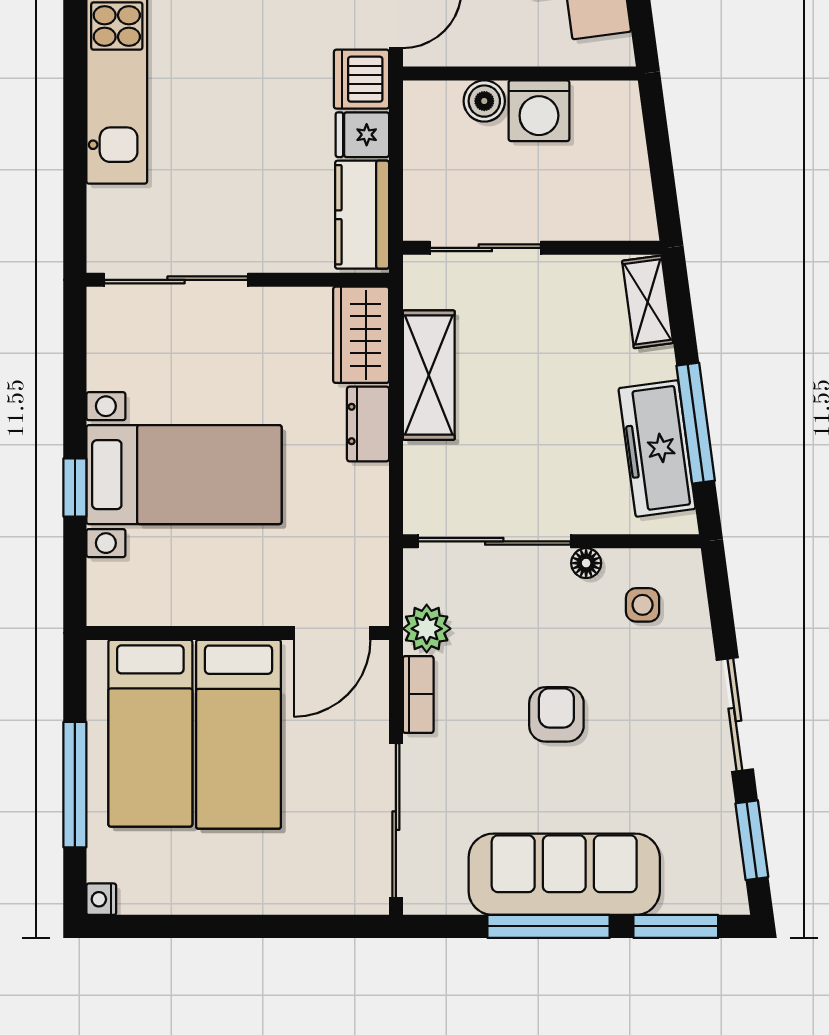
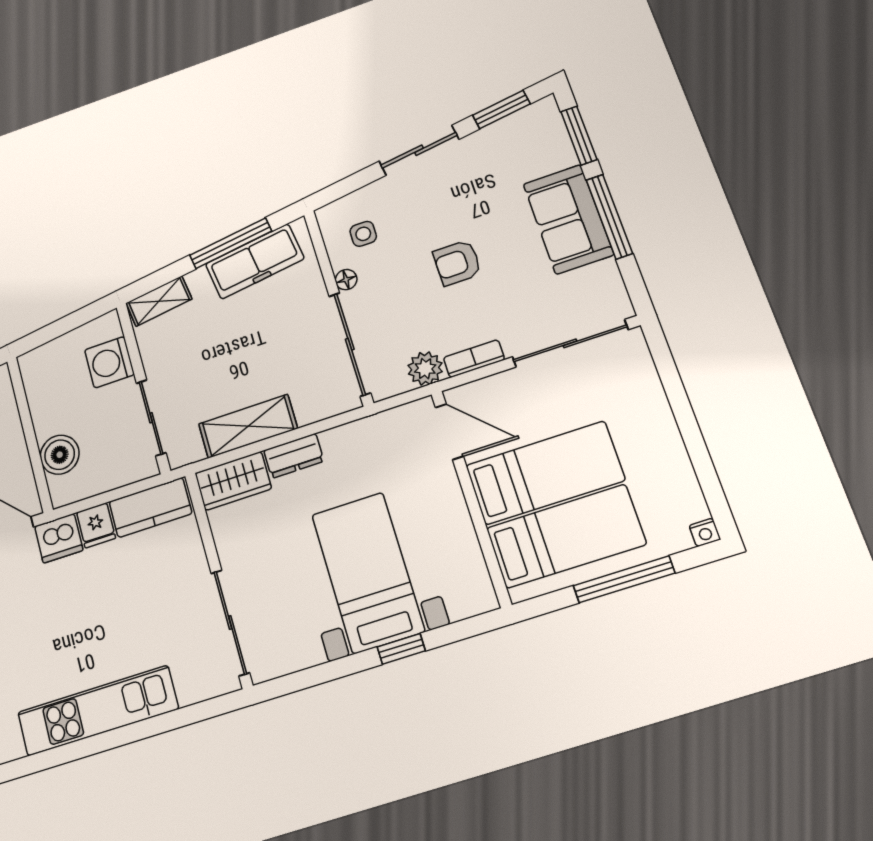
boiler: (484, 101) -> (60, 455), width x1.36, depth x1.36
washing machine: (539, 111) -> (109, 362), moved, turned 180
sofa: (564, 874) -> (568, 219), width x0.73

